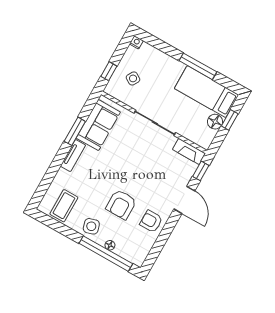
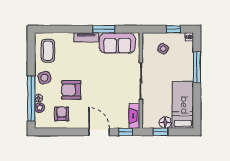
window: (198, 66) -> (197, 67), moved
window: (109, 71) -> (173, 29), moved
window: (230, 120) -> (160, 132), moved
door: (184, 200) -> (99, 132), swing flipped
coffee table: (64, 206) -> (48, 51), turned 90
armchair: (151, 221) -> (62, 114), moved
plant: (121, 250) -> (40, 108), added

